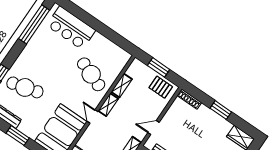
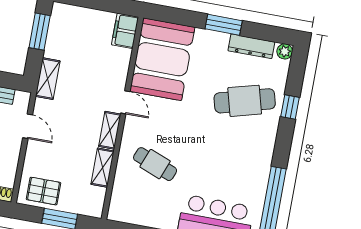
cafe table: (91, 74) -> (155, 164), width x0.73, depth x0.74
door: (153, 128) -> (28, 126), hinge flipped

